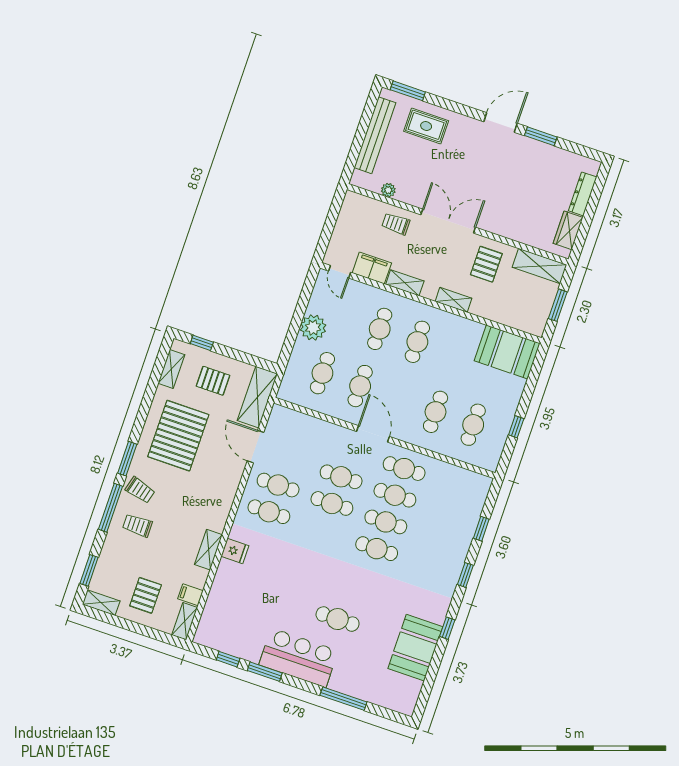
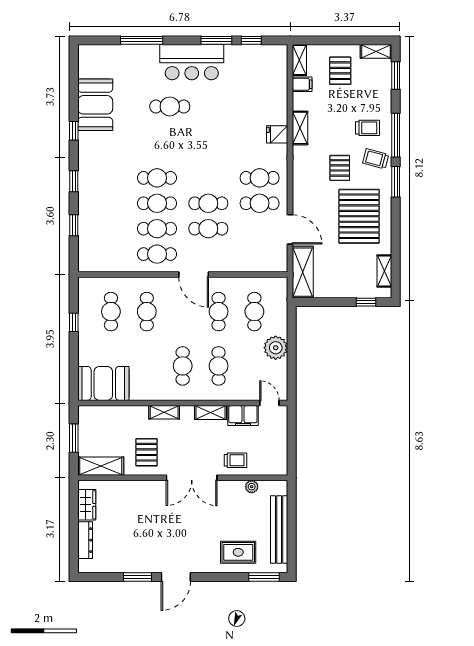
pallet: (213, 381) -> (340, 168), moved, turned 90

